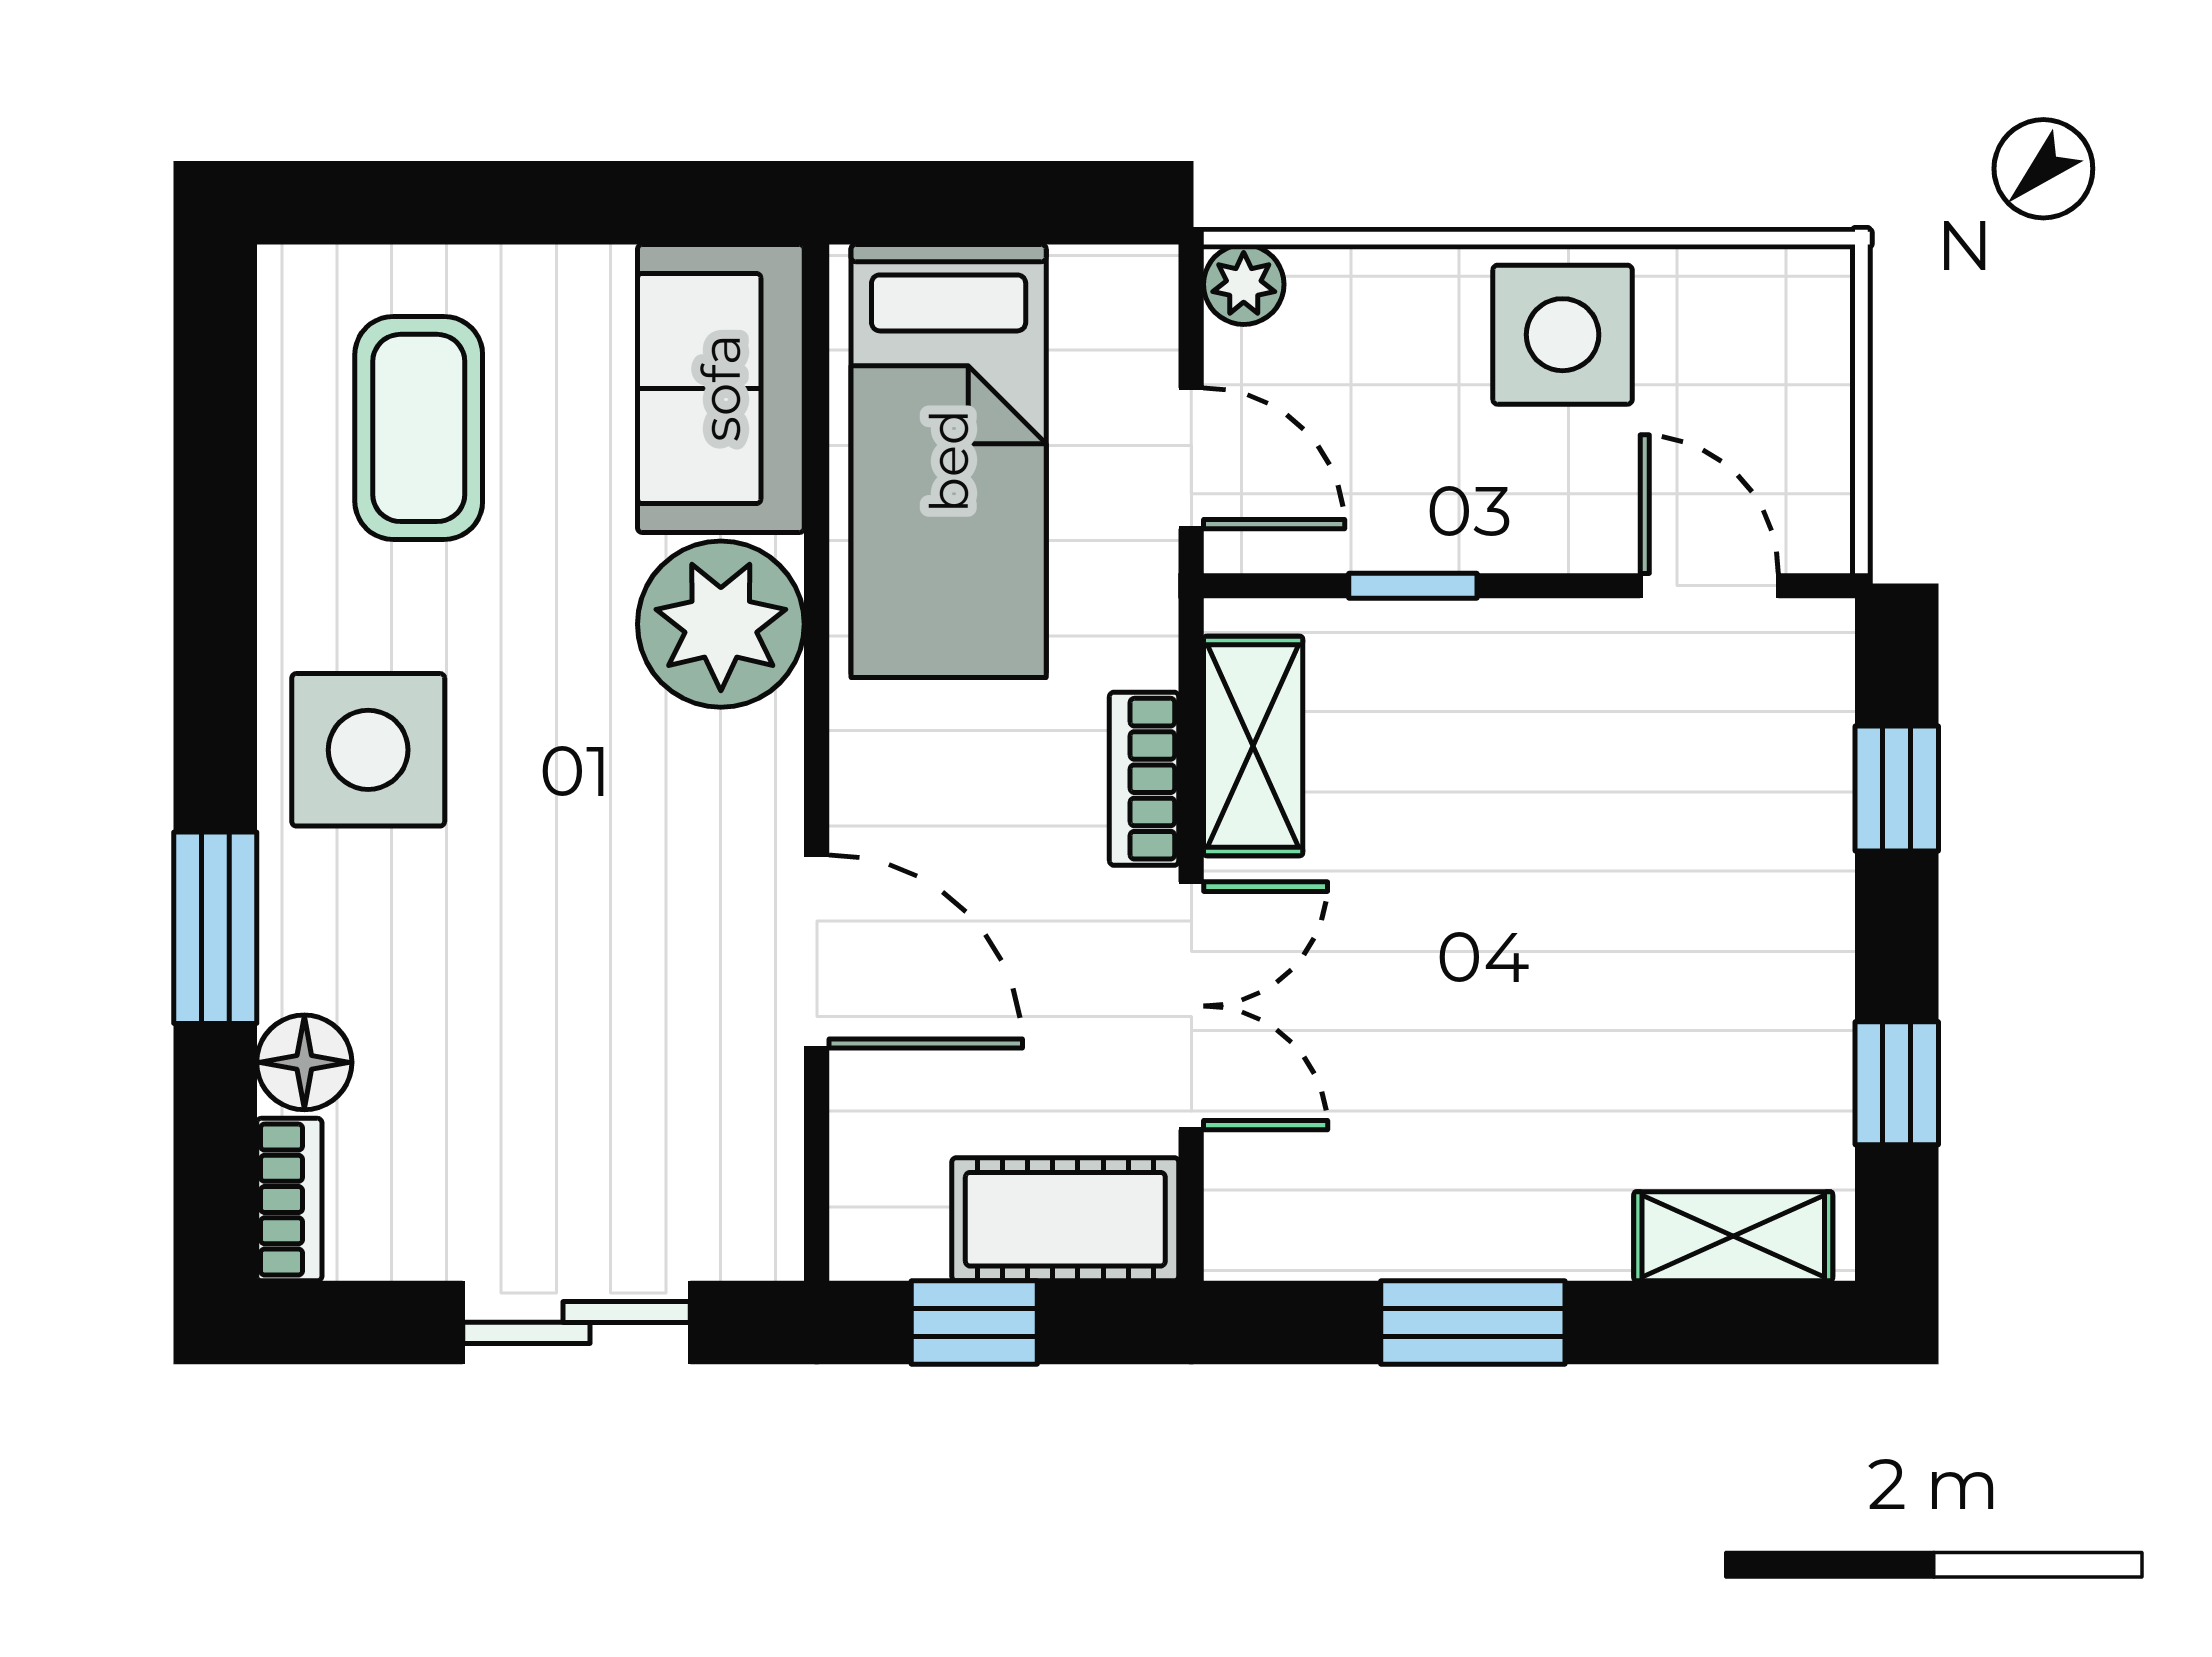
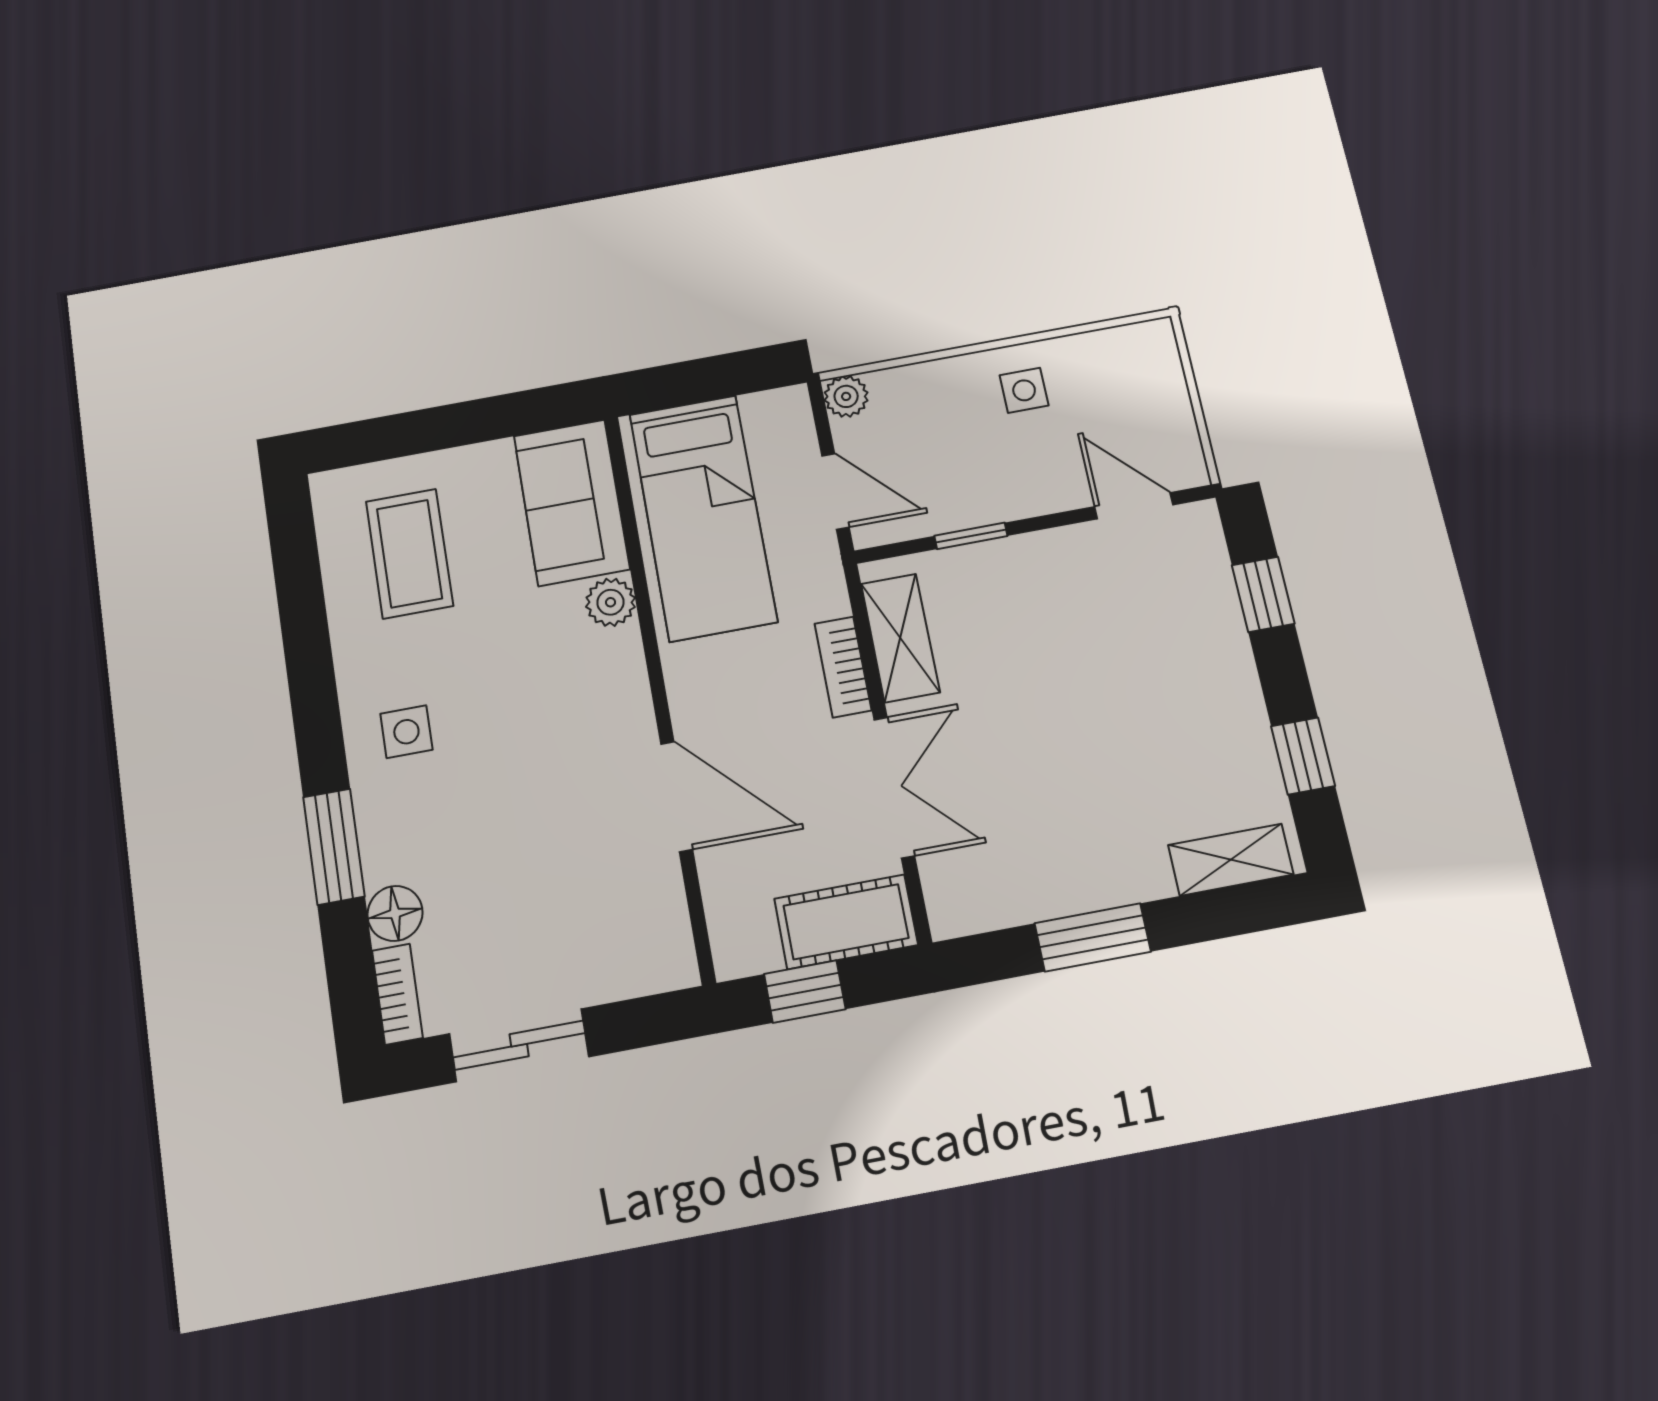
side table: (1563, 335) -> (1024, 390), width x0.54, depth x0.54
plant: (721, 624) -> (611, 602), width x0.53, depth x0.53
side table: (368, 750) -> (406, 732), width x0.54, depth x0.54
sliding door: (576, 1322) -> (519, 1045), moved

